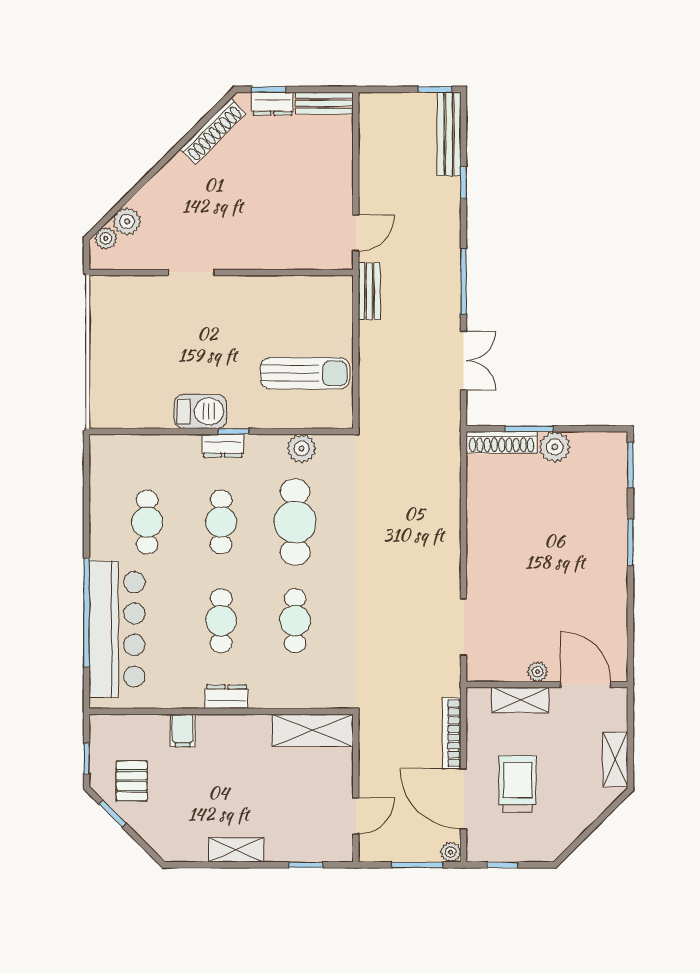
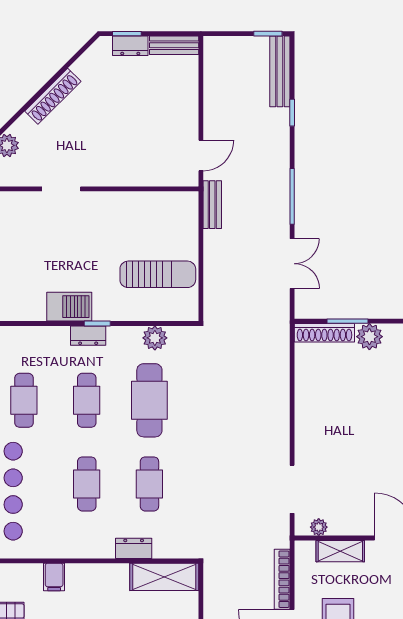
shoe rack: (213, 131) -> (53, 96), moved
plant: (538, 672) -> (319, 527), moved
dresser: (226, 697) -> (134, 548), moved

